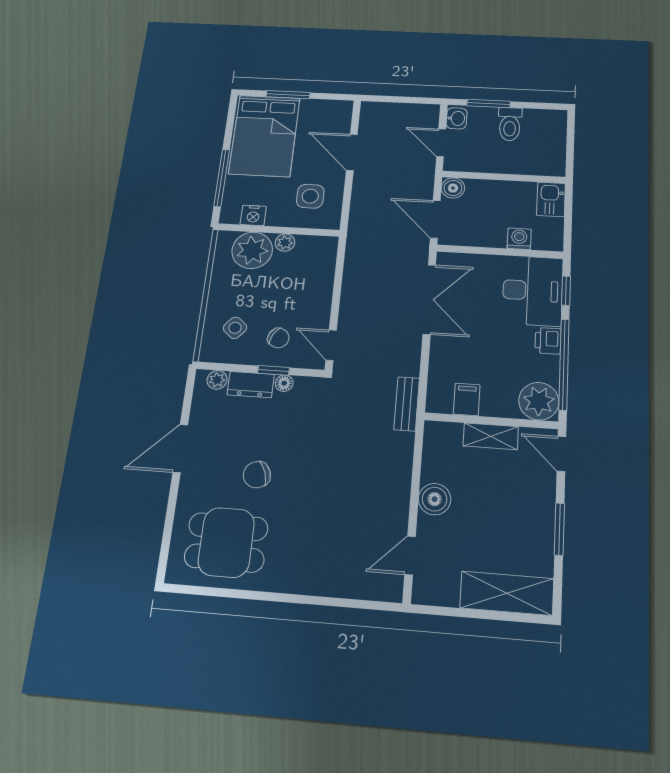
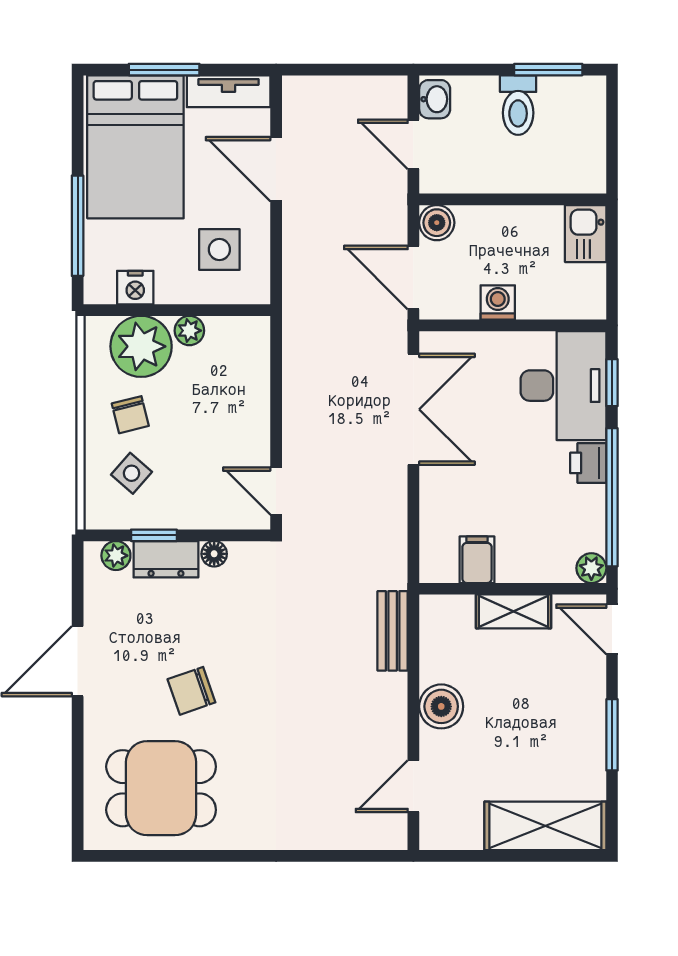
window: (489, 104) -> (548, 70), moved
tv unit: (327, 108) -> (229, 91), added
washing machine: (519, 239) -> (498, 302), moved
chair: (278, 338) -> (130, 415), moved, turned 47
window: (274, 370) -> (154, 535), moved
plant: (539, 401) -> (591, 568), width x0.53, depth x0.53
bench: (407, 404) -> (393, 631), moved

